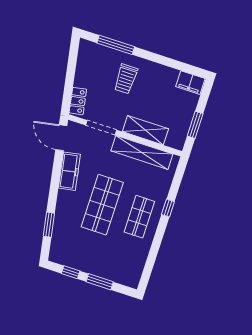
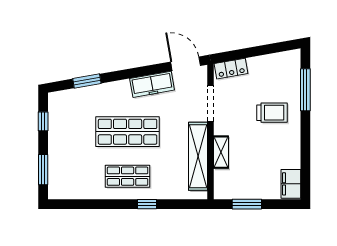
trolley: (126, 79) -> (272, 113), turned 180
shelving: (145, 130) -> (221, 152), width x0.67, depth x0.75
door: (61, 138) -> (186, 64), hinge flipped
window: (100, 282) -> (43, 170), moved

